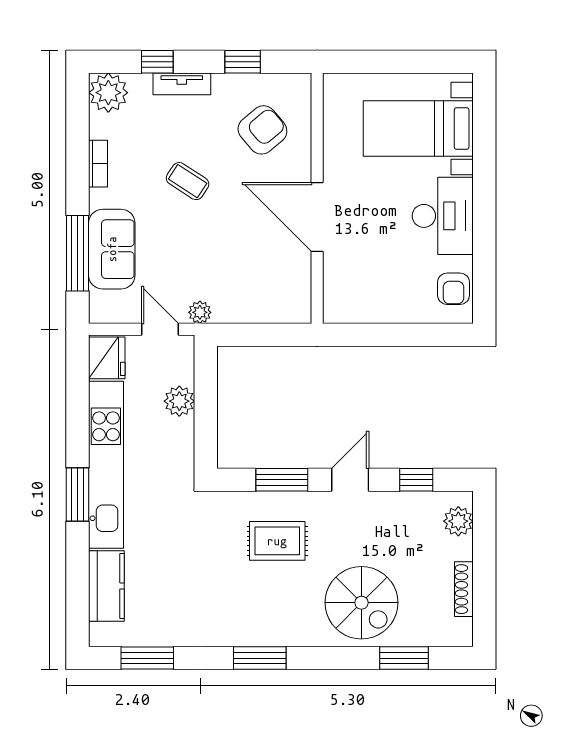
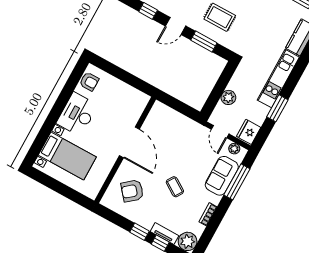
window: (243, 62) -> (139, 232), moved
tv unit: (182, 84) -> (165, 234), moved
armchair: (454, 289) -> (89, 82), turned 90
plant: (200, 312) -> (234, 149), moved
kitchen unit: (106, 465) -> (278, 79), width x0.73
window: (78, 494) -> (277, 108), moved

